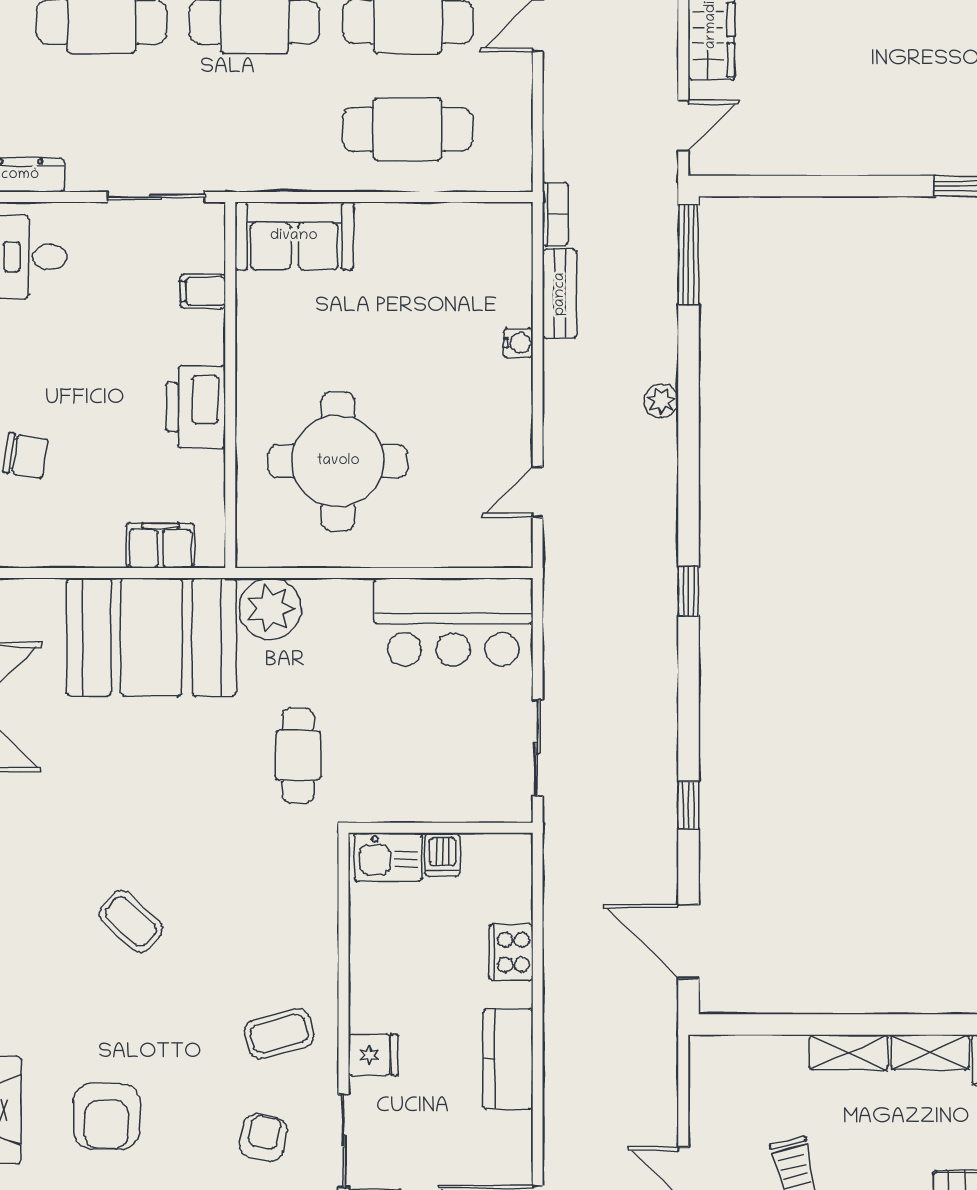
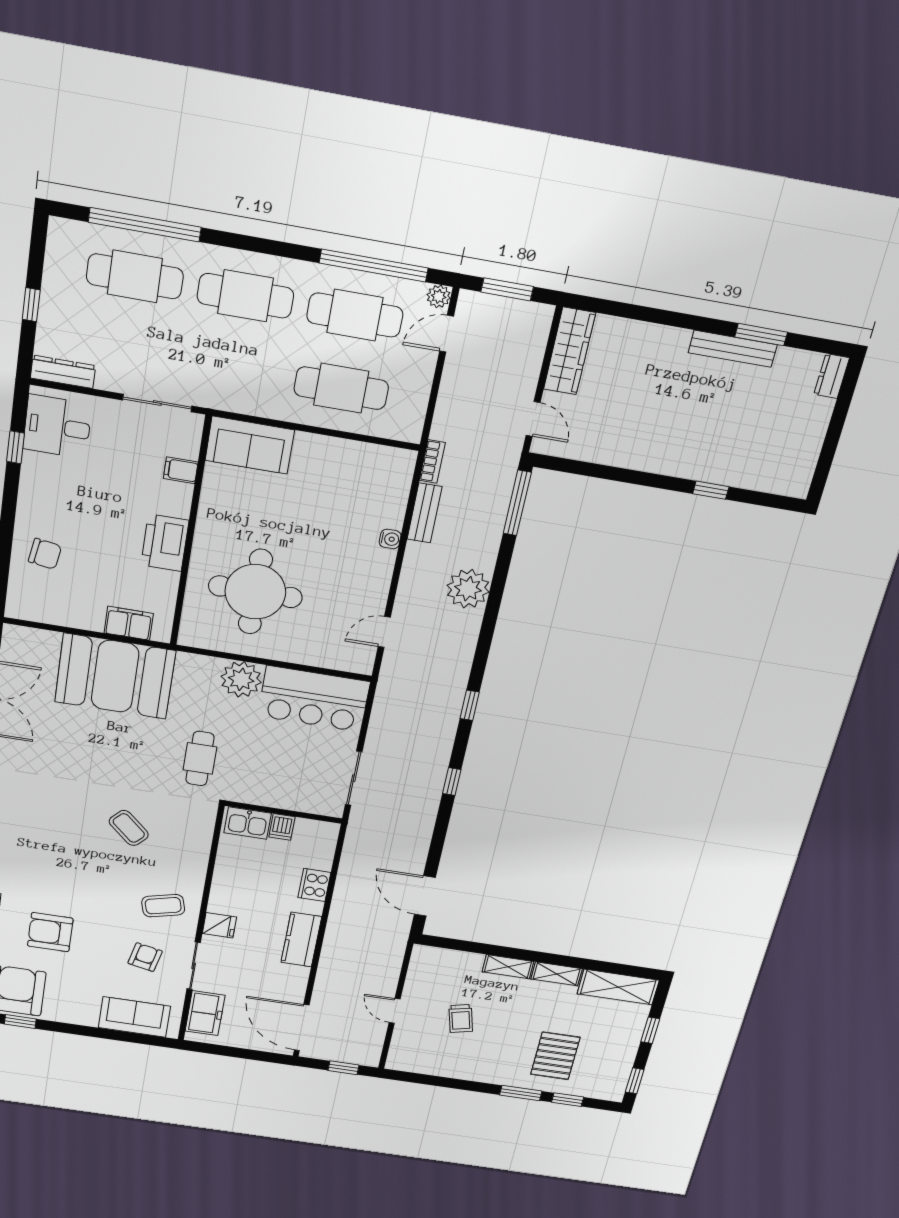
door: (683, 126) -> (533, 419), hinge flipped
plant: (661, 401) -> (468, 589), width x1.88, depth x1.88
plant: (270, 609) -> (241, 679), moved
window: (688, 806) -> (452, 782), moved
coffee table: (131, 921) -> (129, 828), moved
armchair: (106, 1116) -> (50, 932), turned 90

